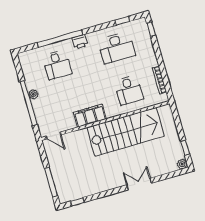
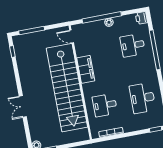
printer: (80, 42) -> (141, 18), moved
stairs: (126, 132) -> (67, 88), width x1.36
door: (54, 135) -> (72, 36), hinge flipped
double door: (139, 184) -> (23, 106), swing flipped

